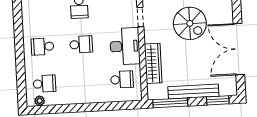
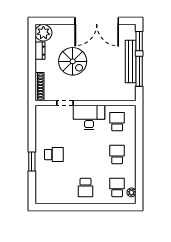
spiral stairs: (190, 23) -> (73, 61), turned 90
school desk: (81, 44) -> (117, 155), moved
wardrobe: (153, 63) -> (105, 94), removed
window: (170, 103) -> (139, 71), moved

